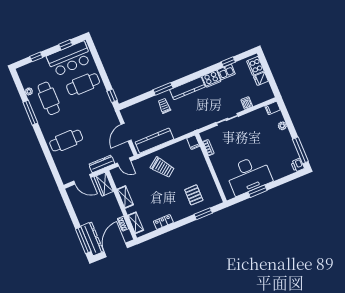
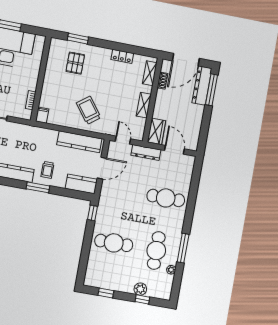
bar counter: (69, 59) -> (111, 277), removed
plant: (42, 63) -> (140, 289), added
kitchen counter: (134, 111) -> (81, 184), added

